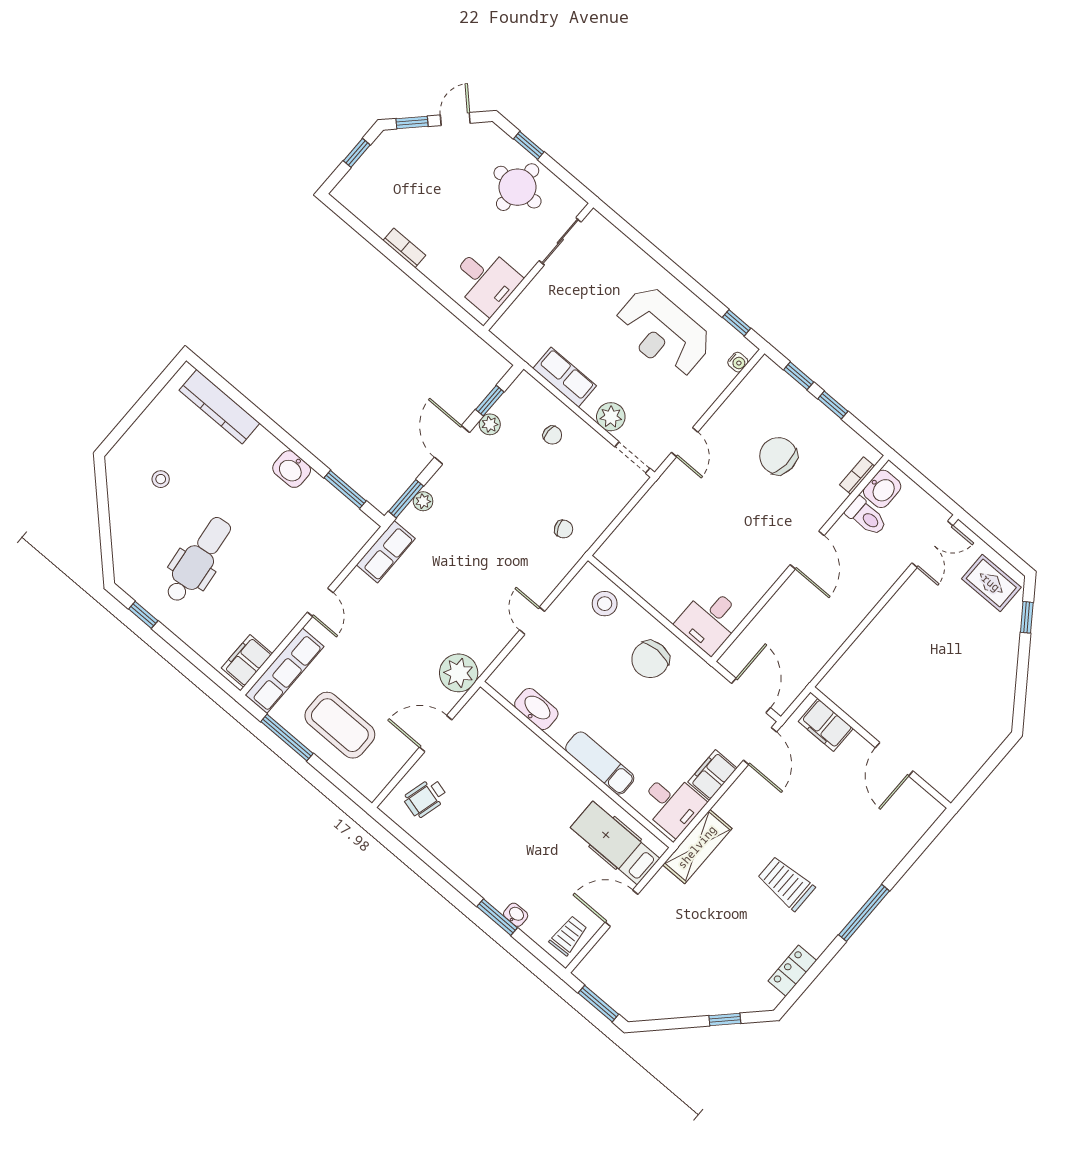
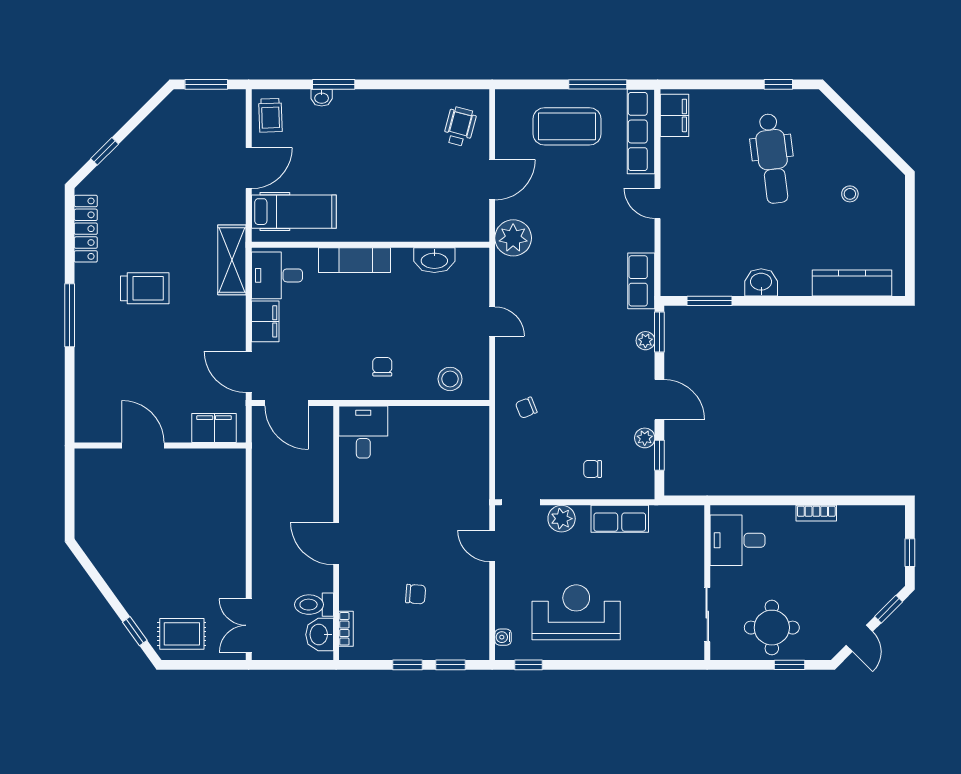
chair: (778, 456) -> (416, 594), width x0.54, depth x0.54
chair: (650, 659) -> (382, 367), width x0.54, depth x0.54
locker: (792, 971) -> (86, 229), width x1.53

